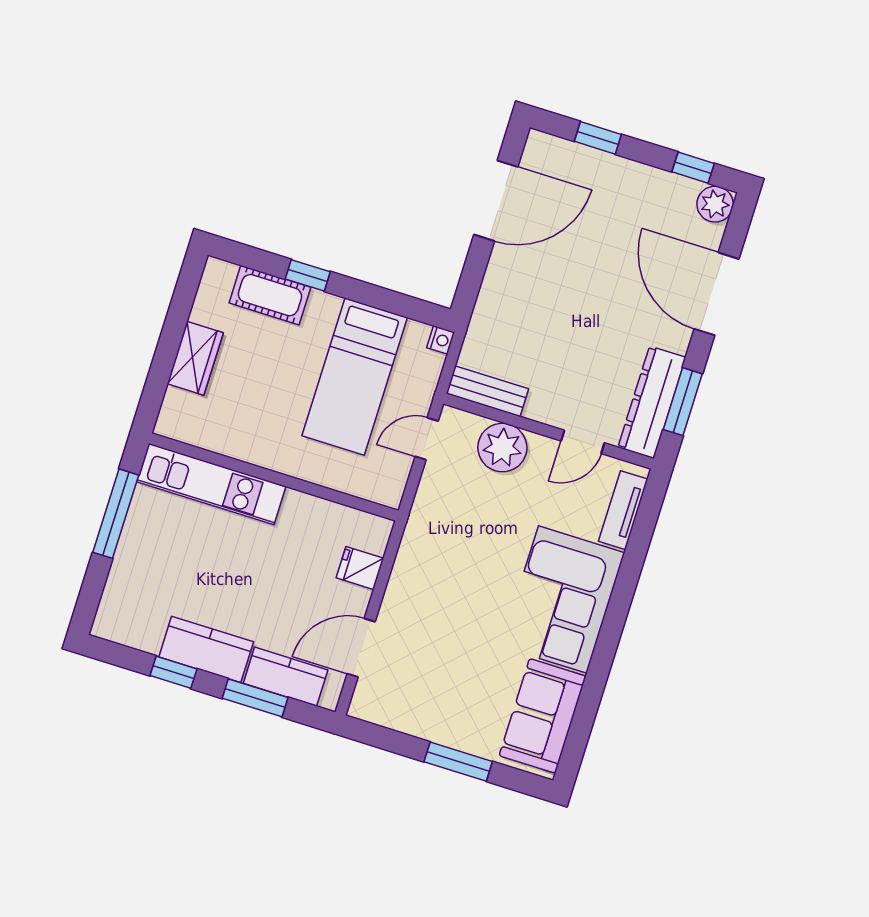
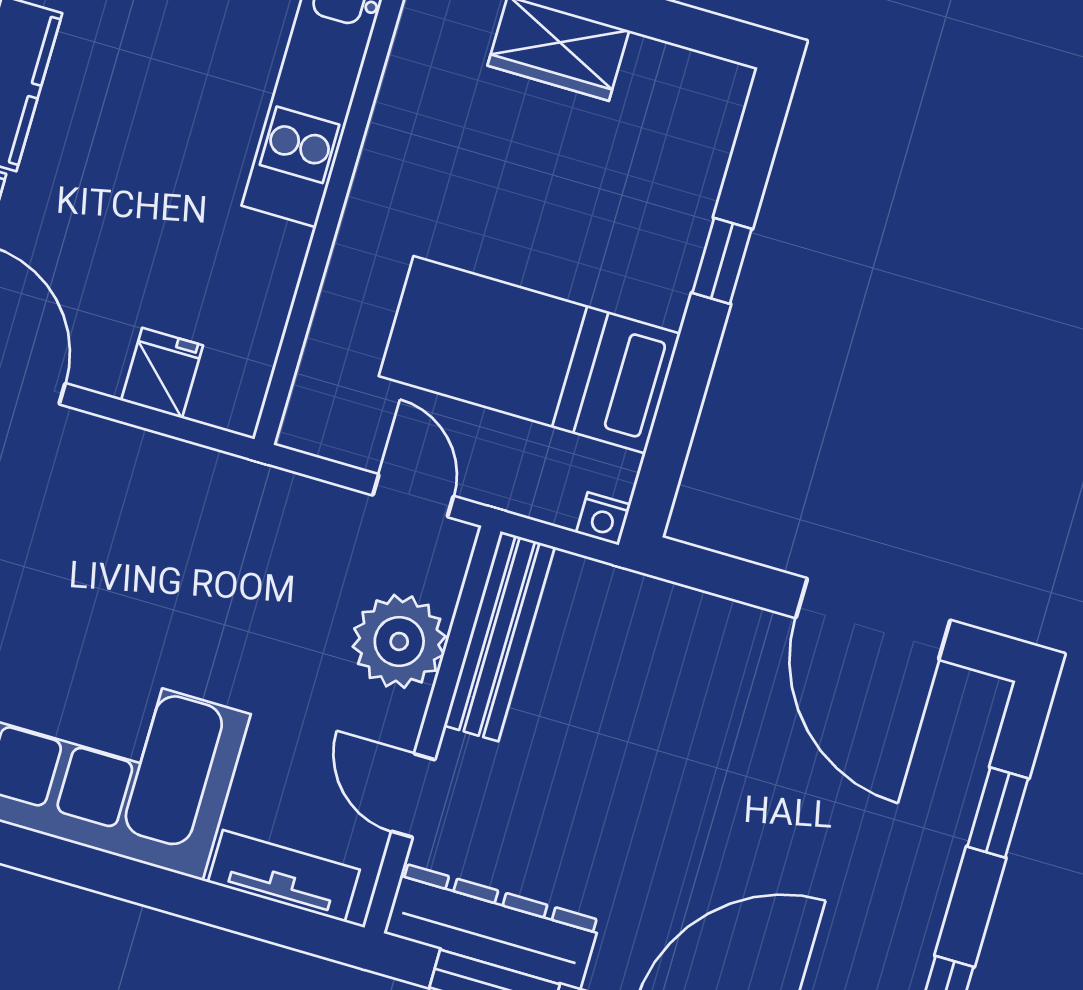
cot: (270, 295) -> (683, 189), removed
bench: (487, 391) -> (499, 636), width x1.36

